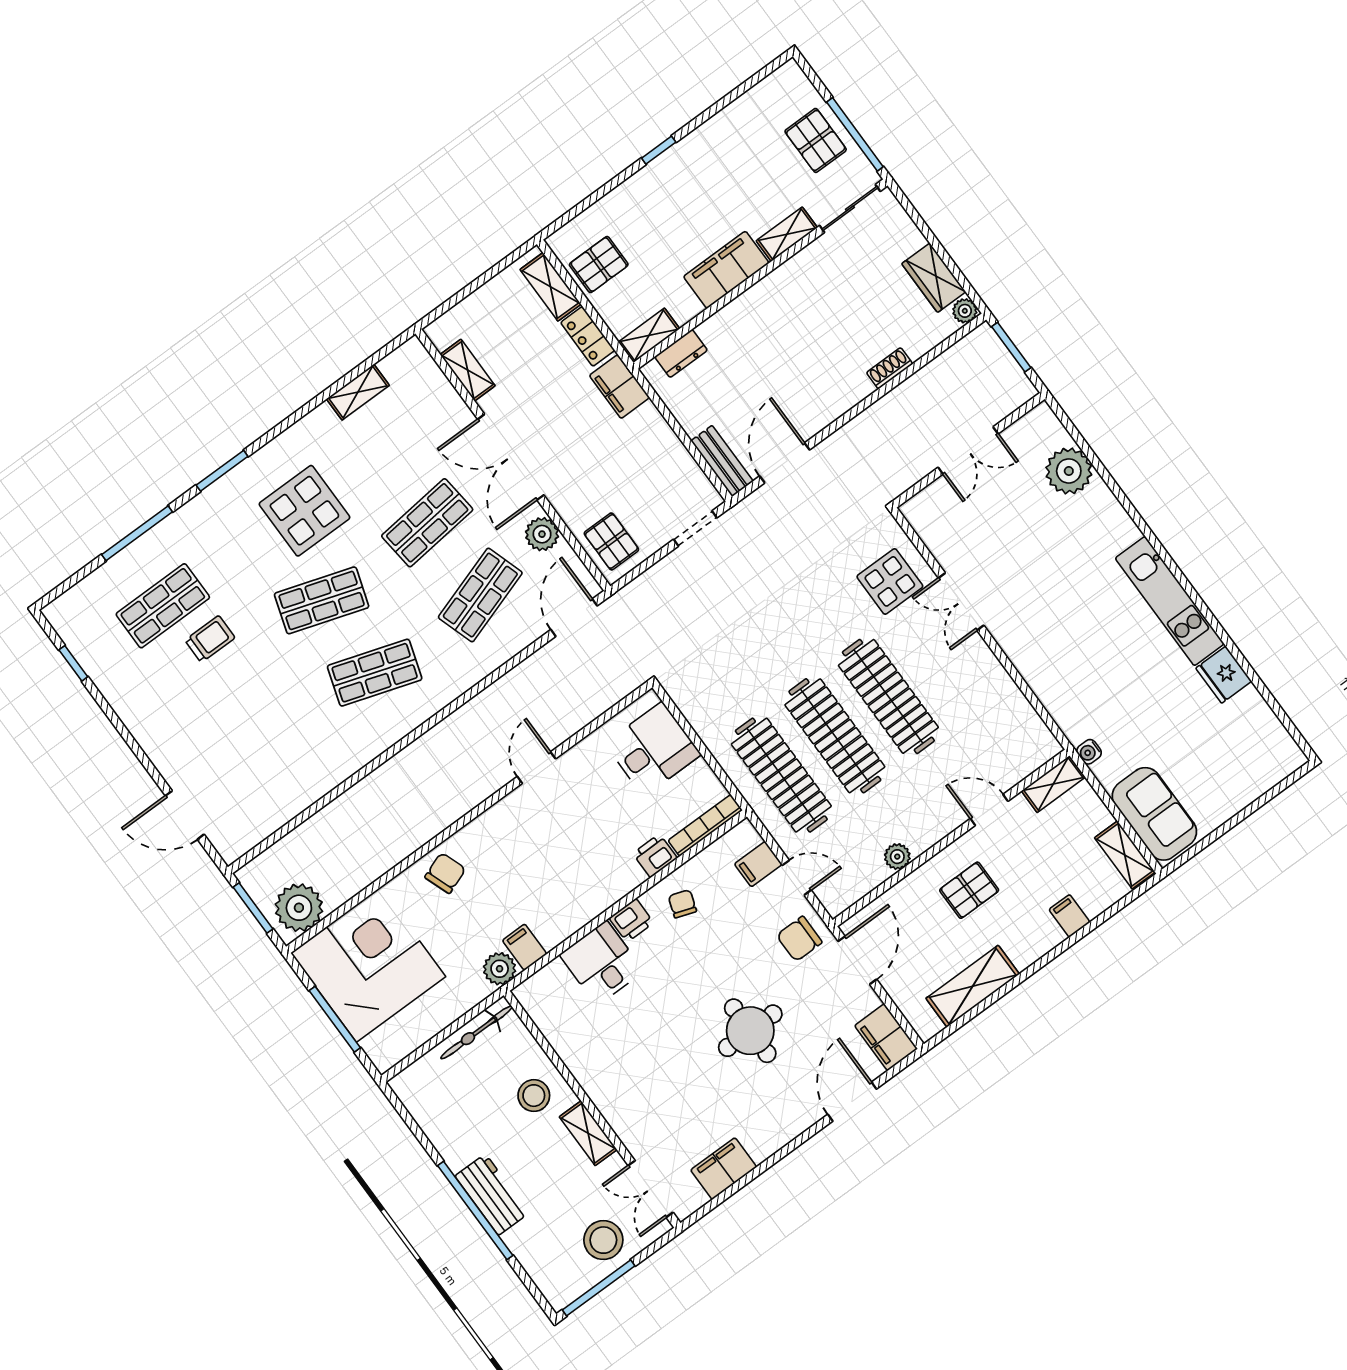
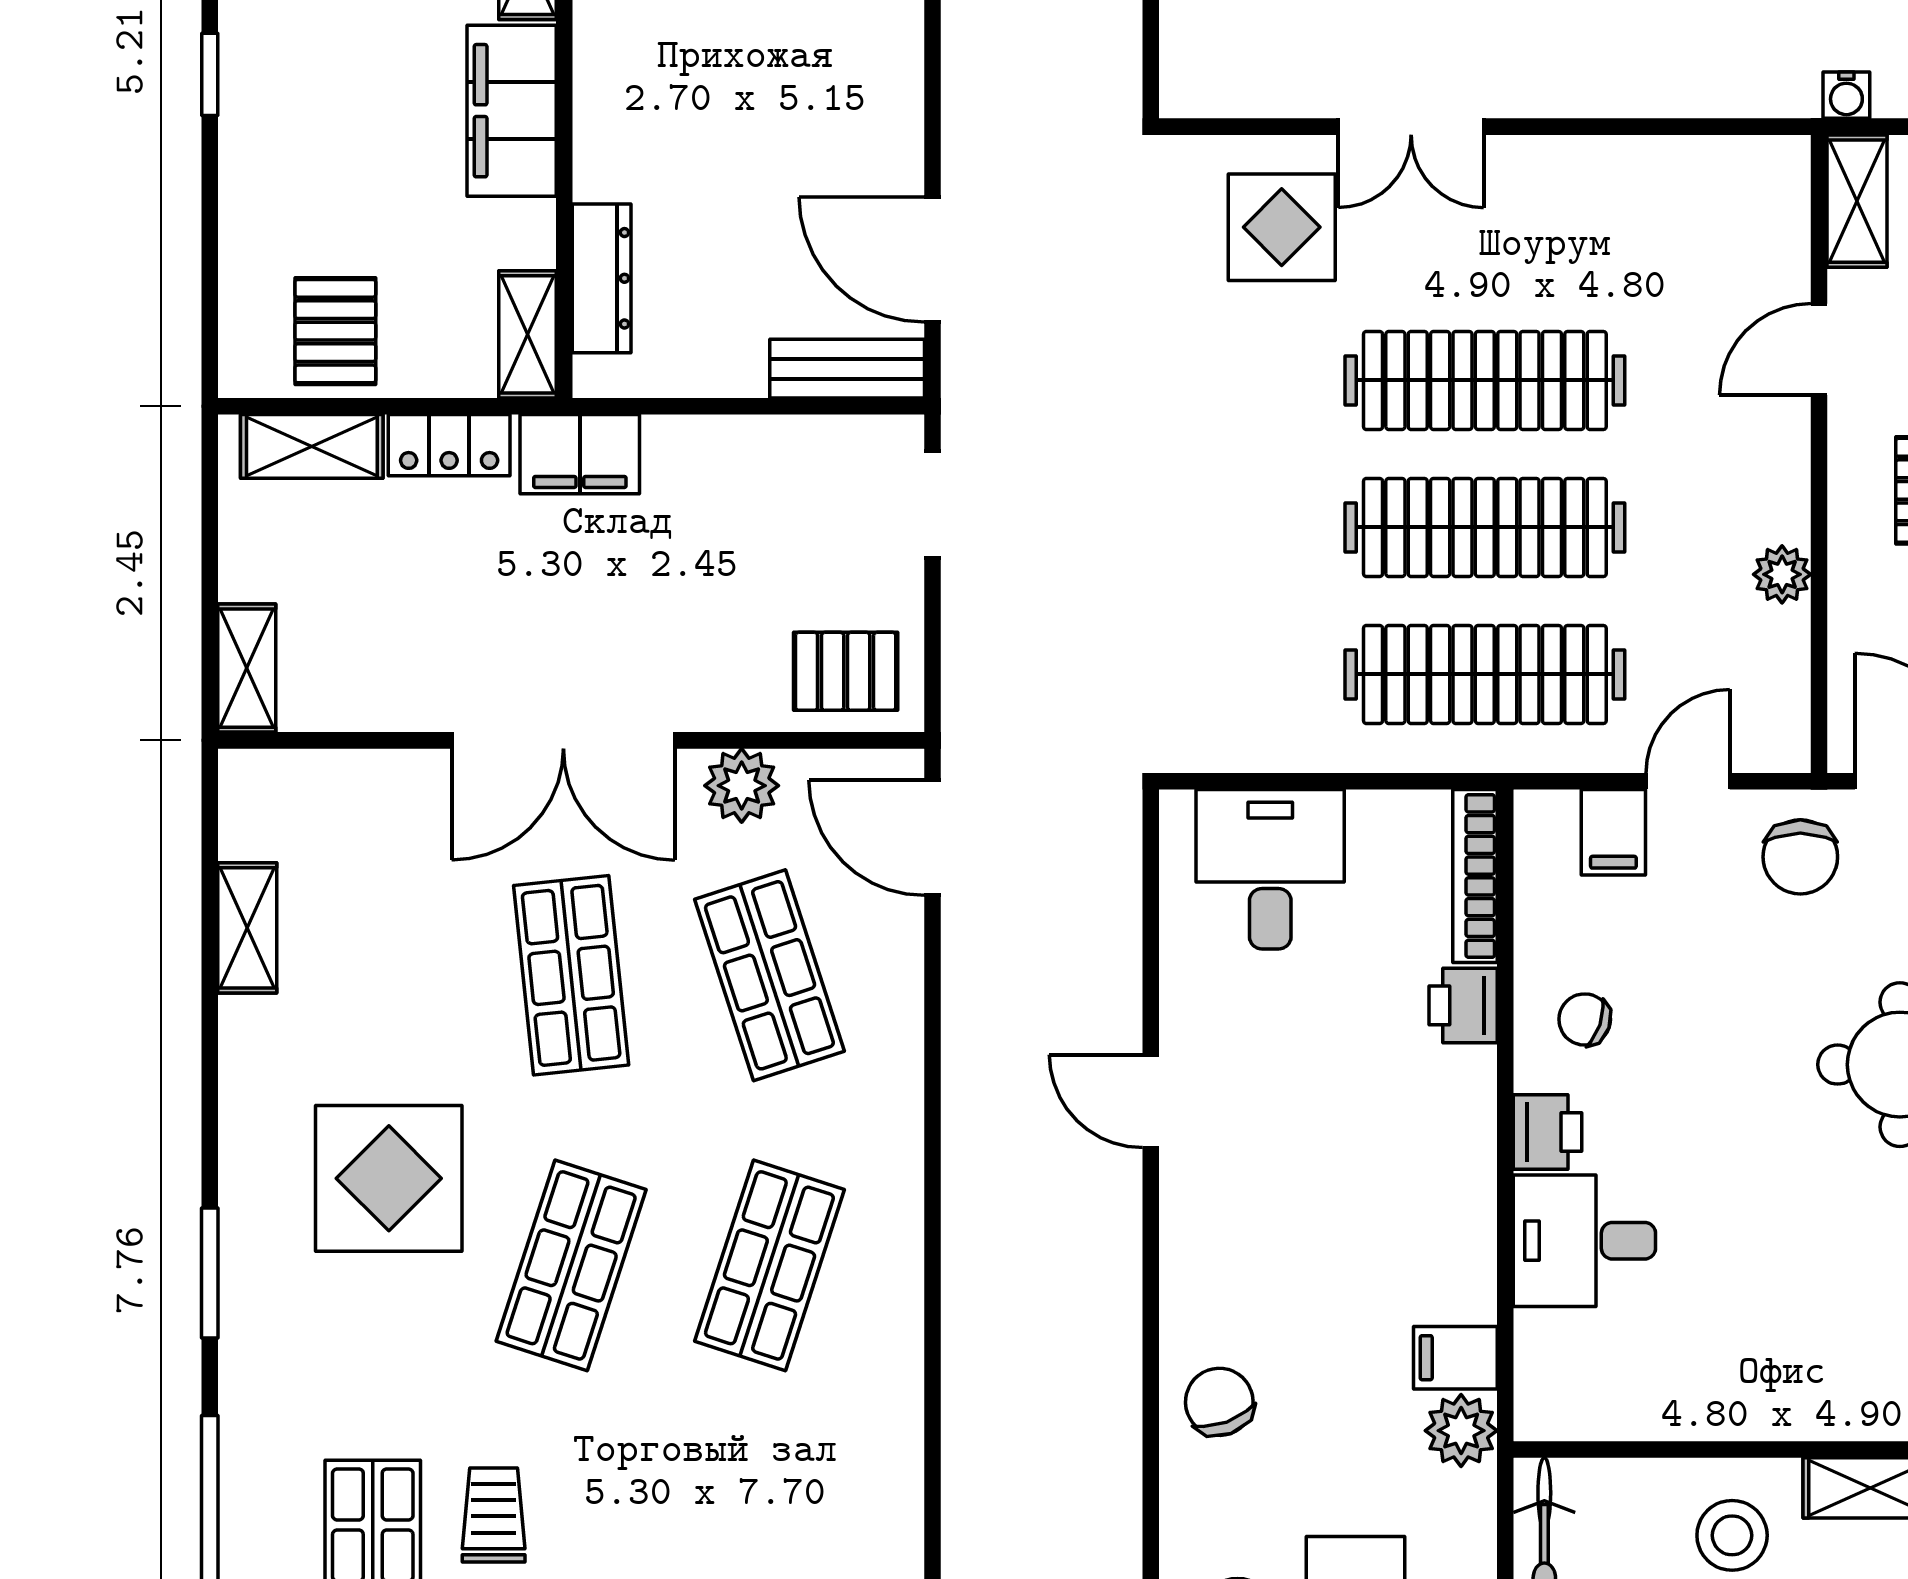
dresser: (681, 353) -> (602, 278), width x1.44
shelving: (468, 370) -> (247, 668), moved, turned 90

